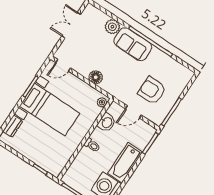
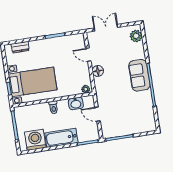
double door: (71, 25) -> (106, 28), moved
plant: (112, 27) -> (136, 36), moved
door: (63, 65) -> (88, 55), moved
armchair: (152, 91) -> (121, 114), removed
bed with nightstands: (50, 110) -> (33, 82), moved, turned -90

